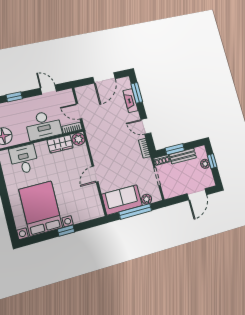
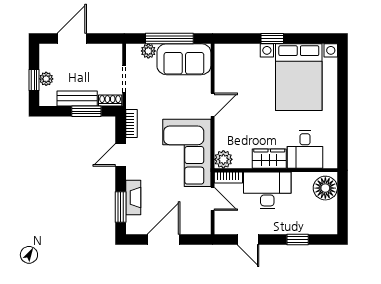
door: (146, 126) -> (121, 155), swing flipped
corner sofa: (104, 138) -> (187, 153), added
wardrobe: (60, 144) -> (269, 159), moved

